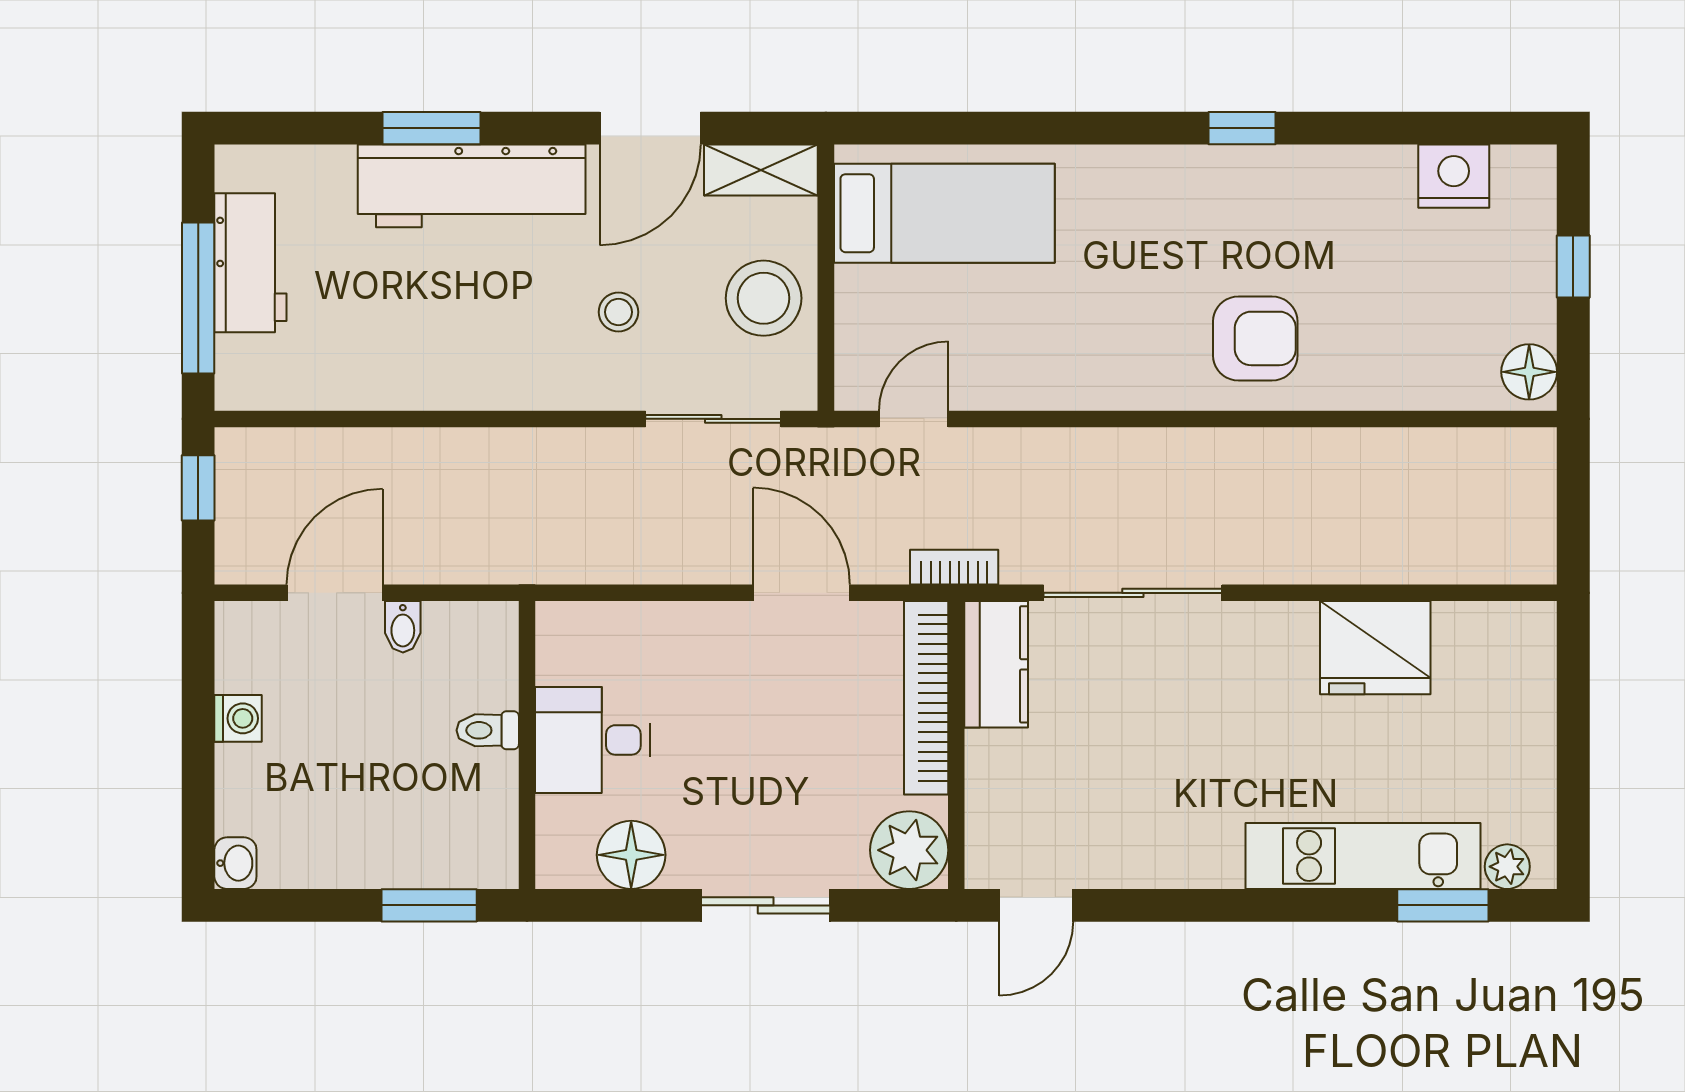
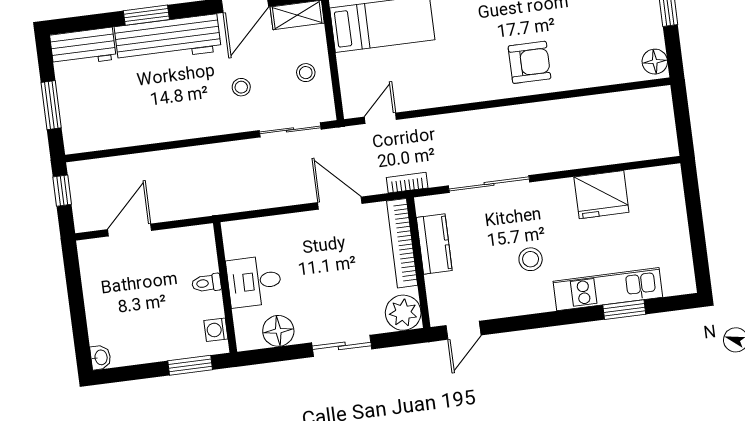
workbench: (250, 263) -> (83, 47), moved, turned 90
window: (198, 298) -> (51, 105), width x0.69
stool: (764, 298) -> (306, 73), width x0.53, depth x0.53
bidet: (403, 627) -> (162, 241), removed
kitchen counter: (996, 664) -> (434, 244), moved
washing machine: (238, 718) -> (216, 330), moved, turned 180
stool: (1202, 769) -> (531, 259), added
plant: (1507, 867) -> (673, 286), removed
window: (1443, 905) -> (624, 310), moved

